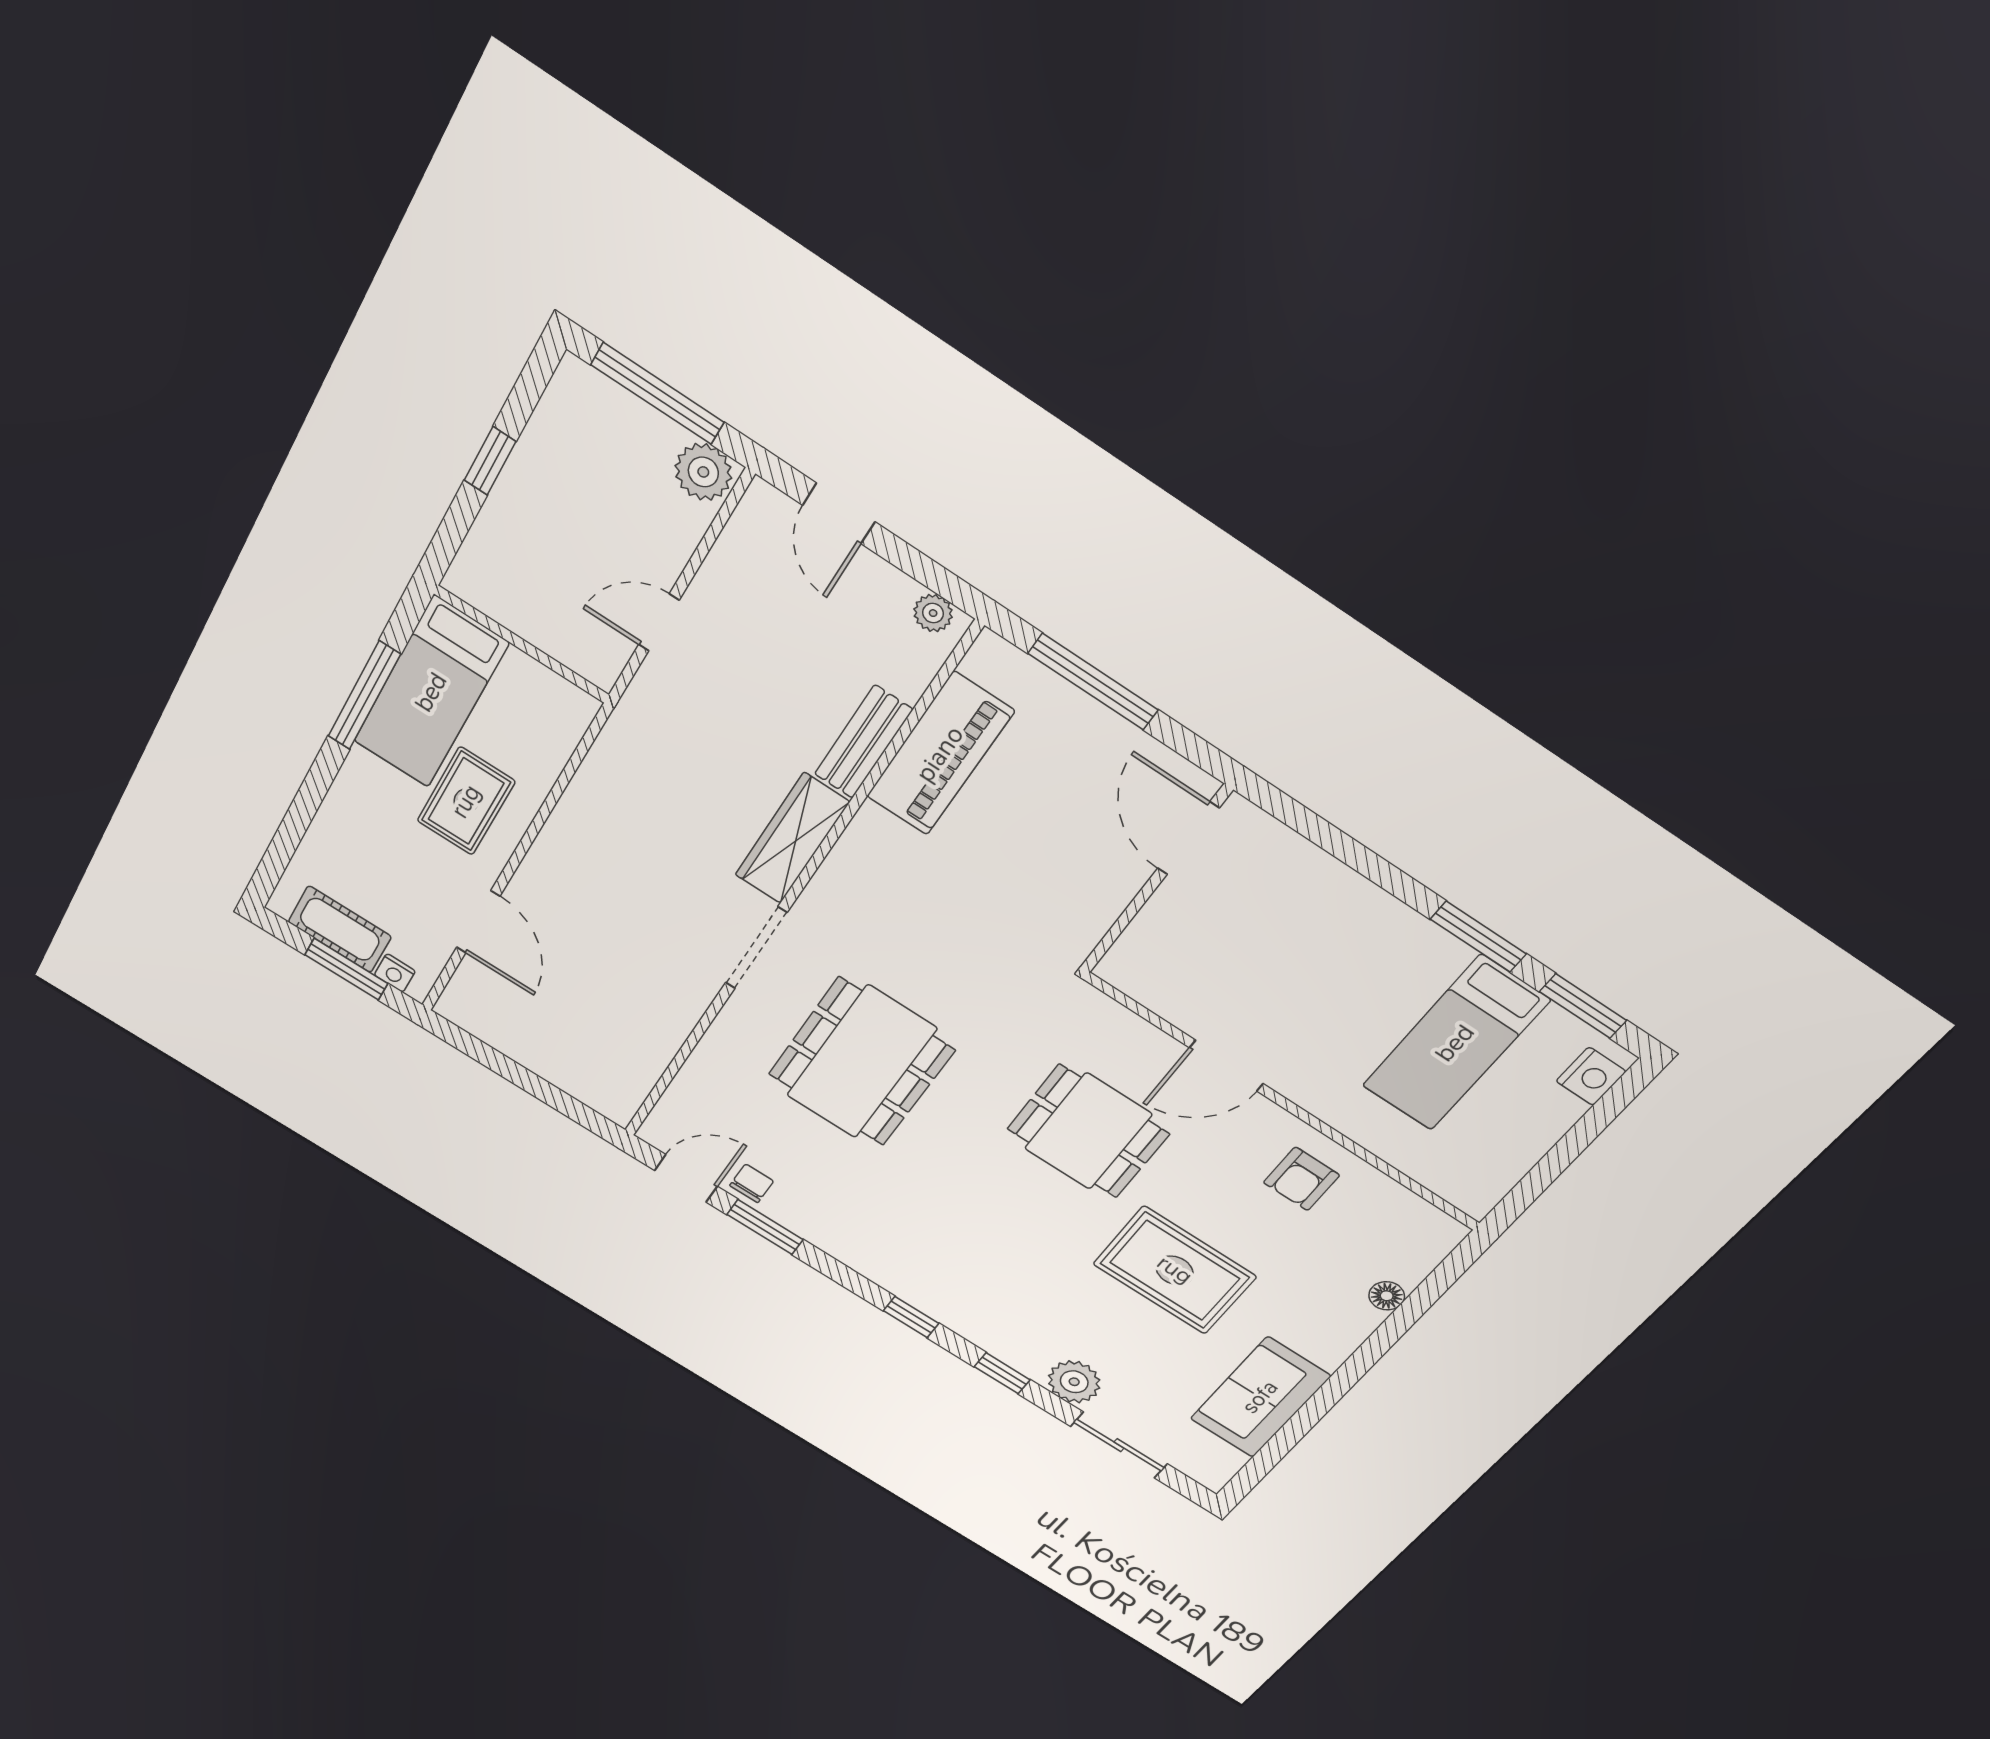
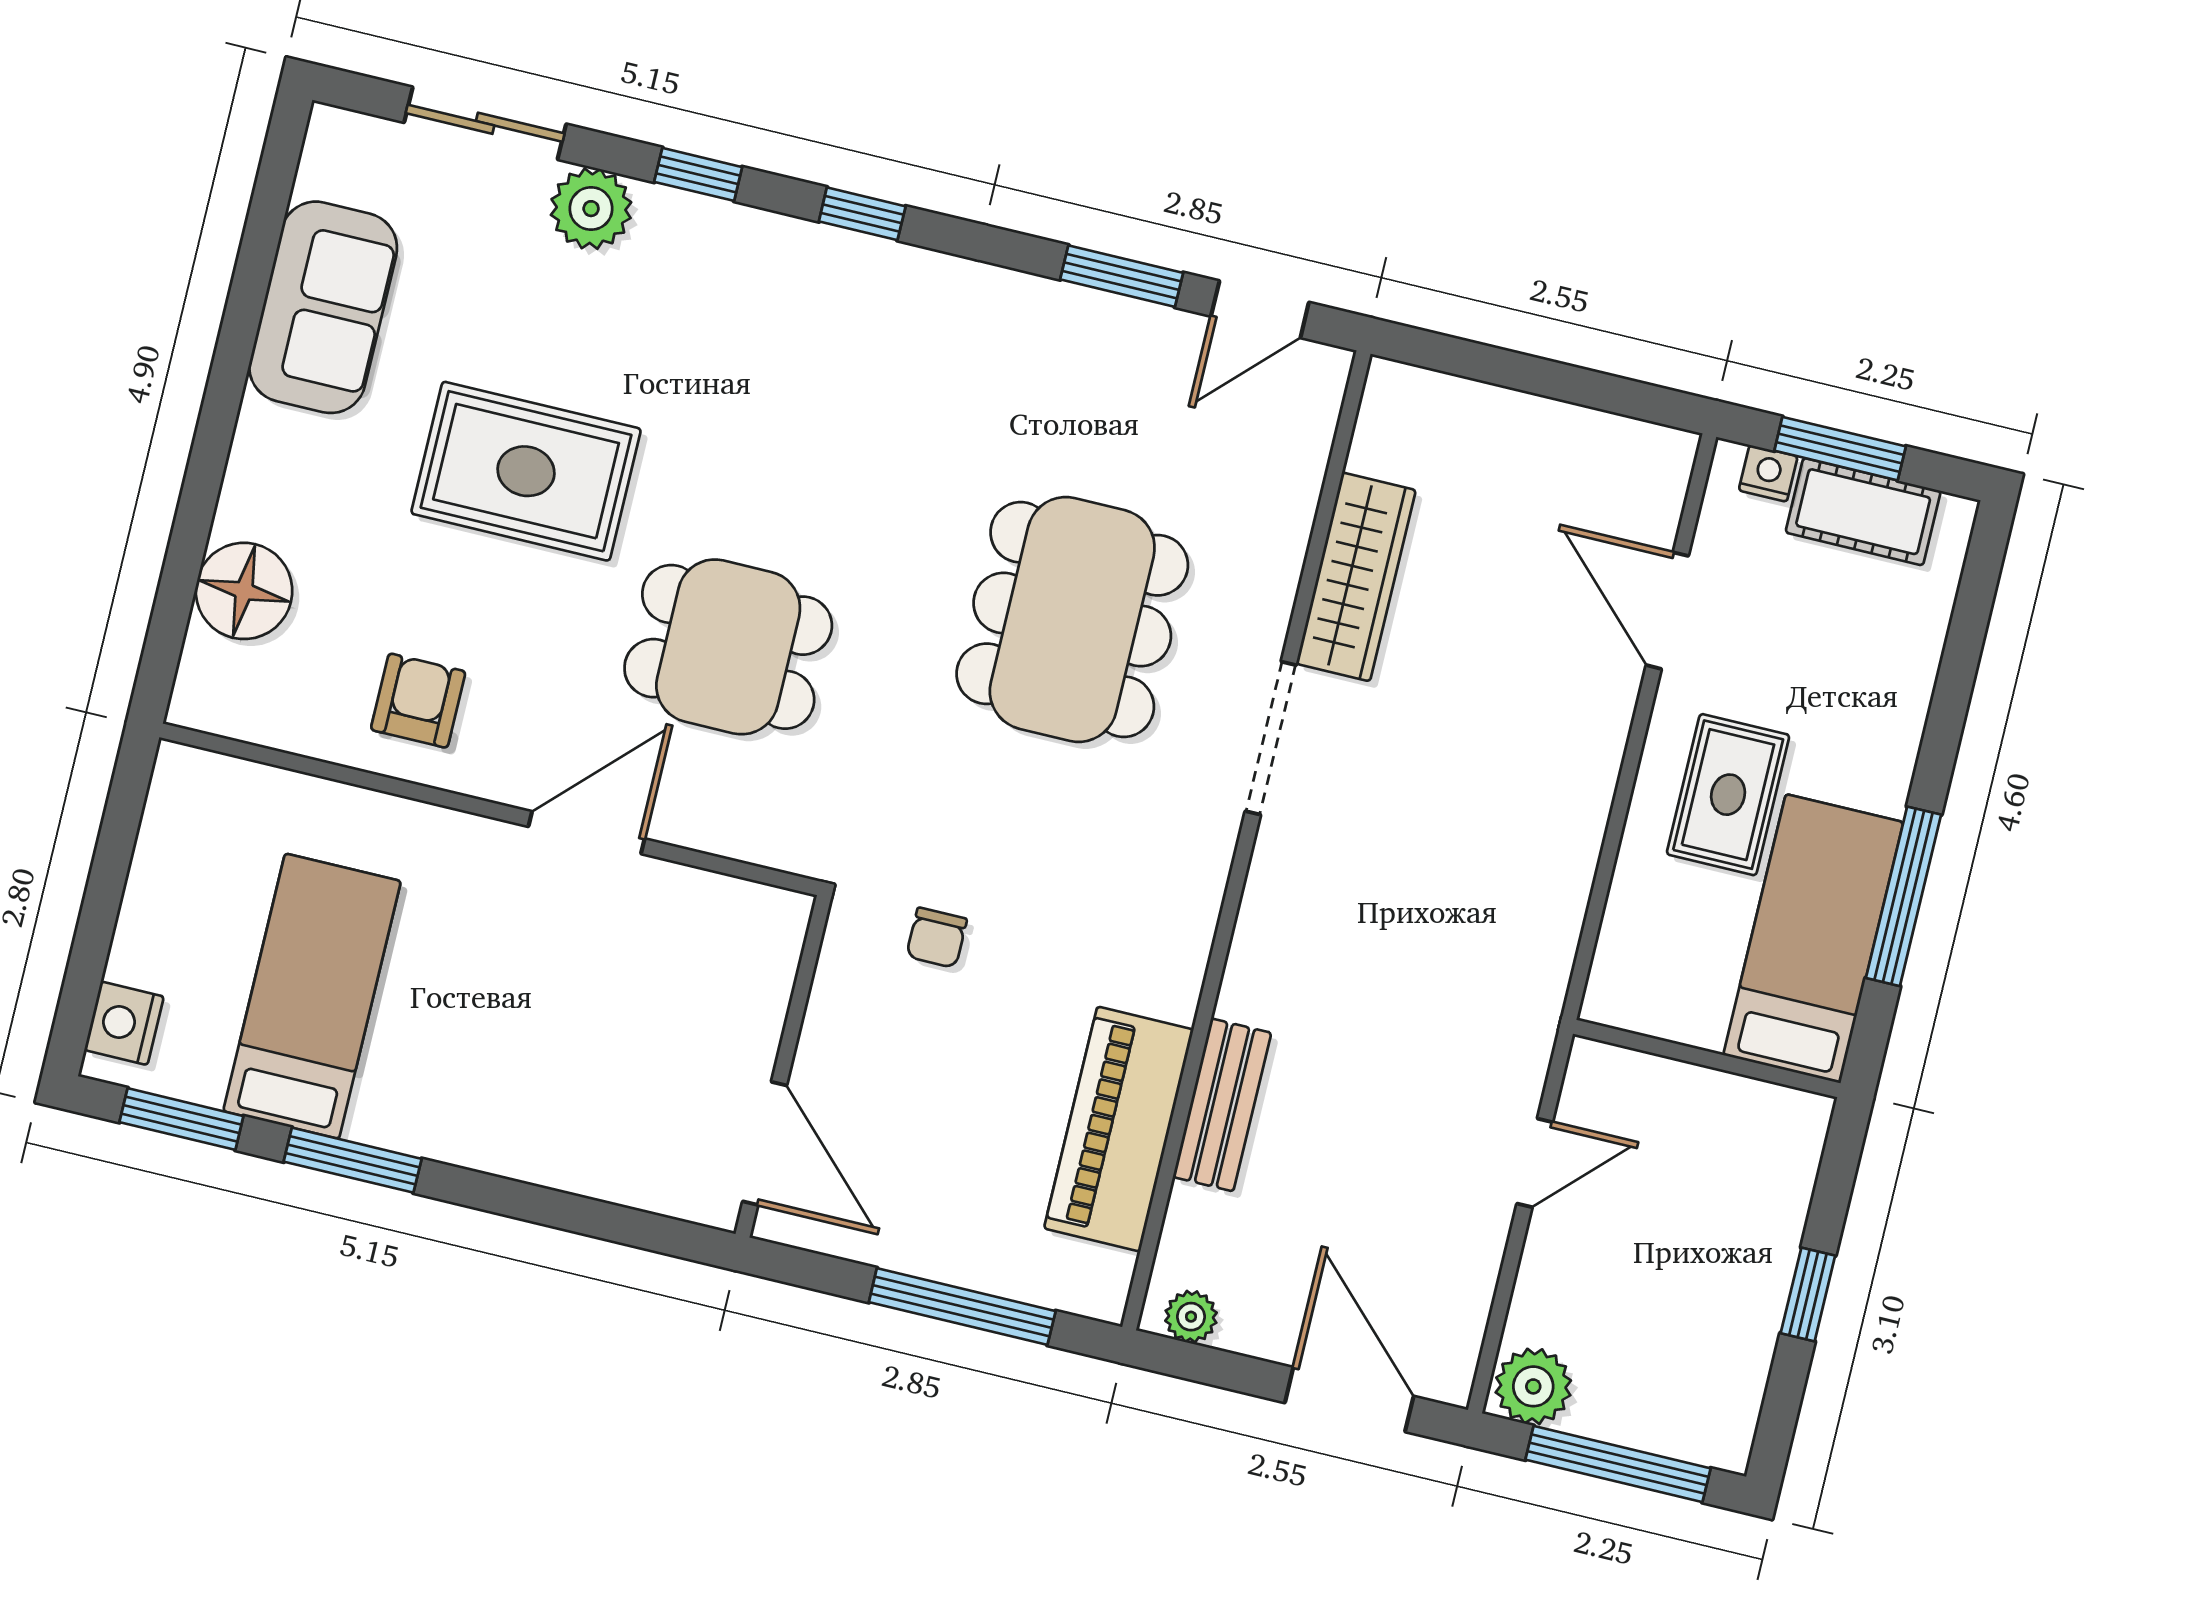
door: (839, 513) -> (1349, 1399), width x1.38
wardrobe: (792, 839) -> (1356, 577), moved
chair: (752, 1183) -> (937, 938), moved
floor lamp: (1387, 1296) -> (244, 591), width x1.89, depth x1.89

